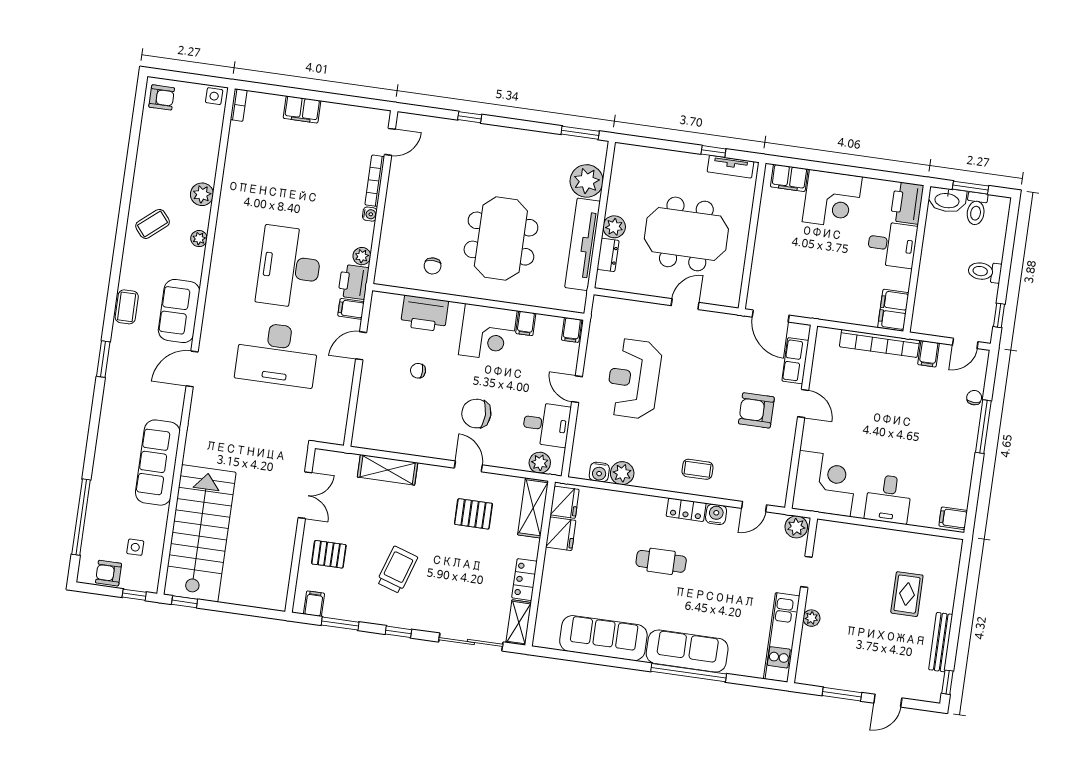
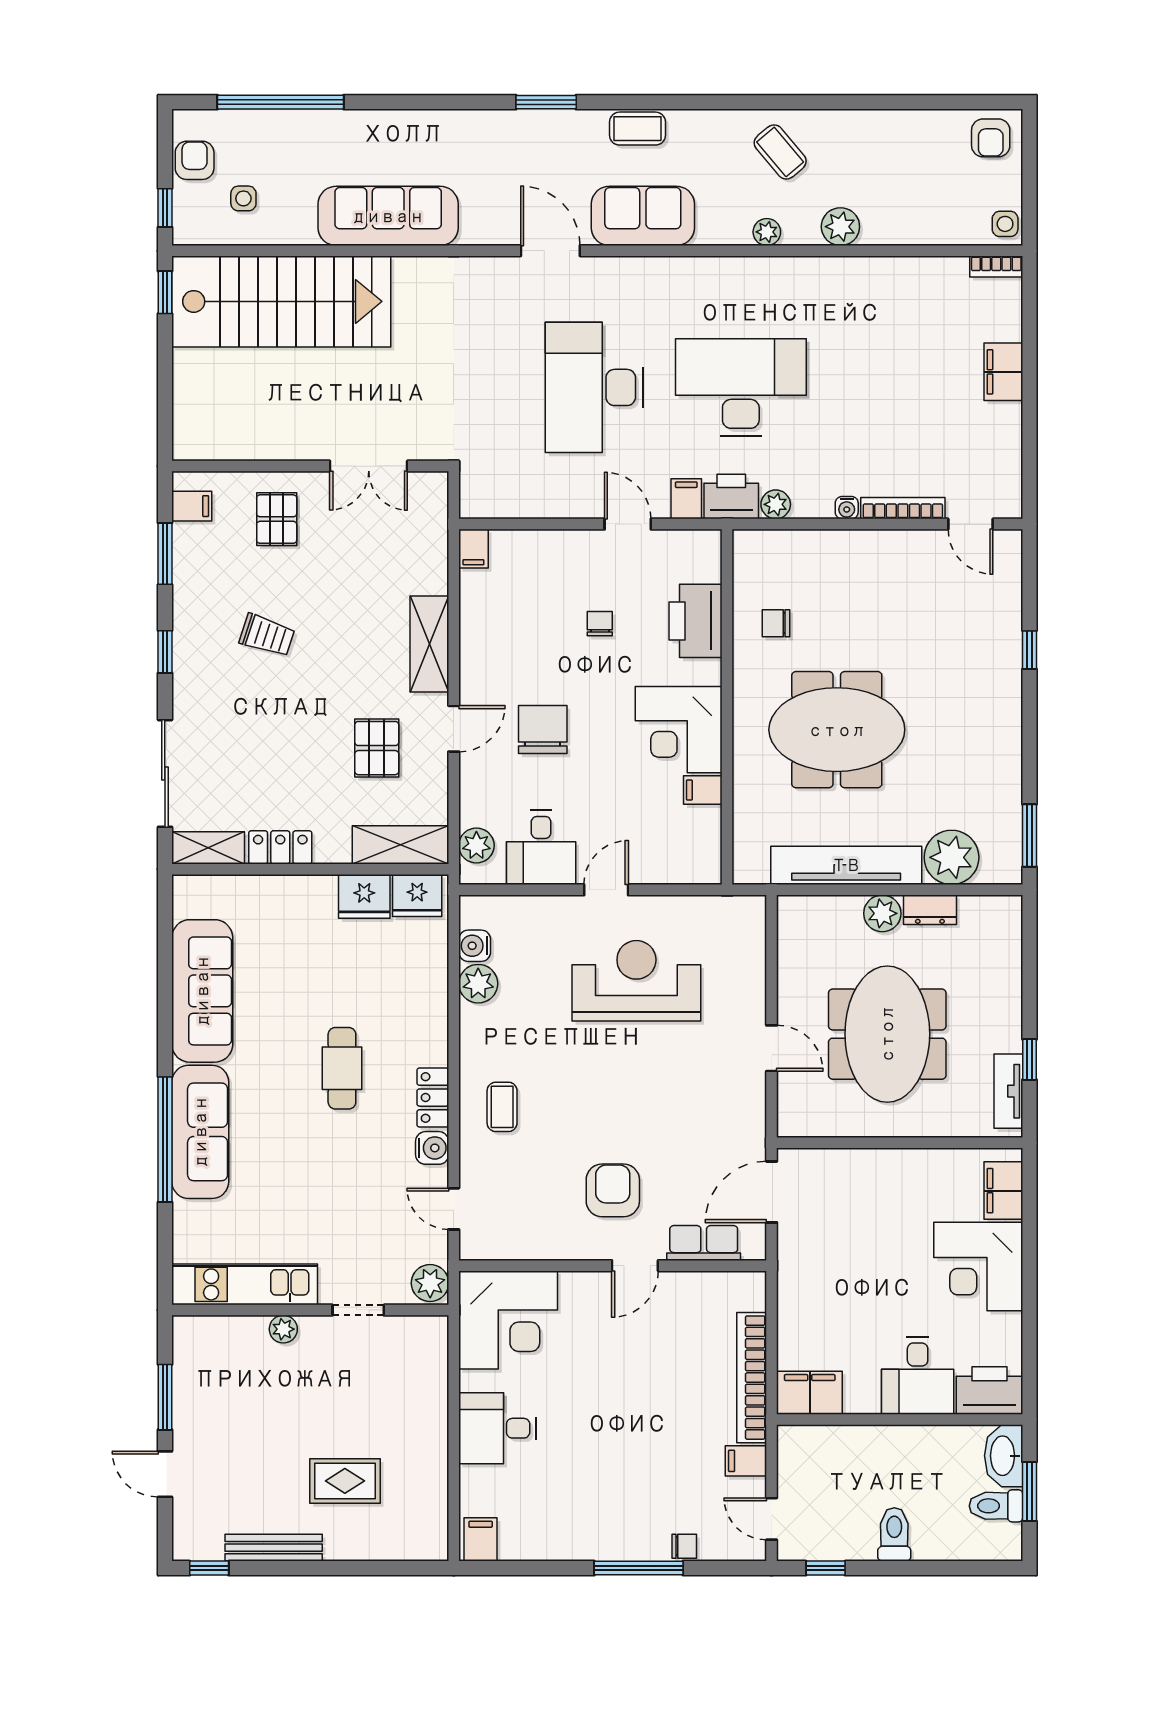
dresser: (608, 255) -> (930, 910), moved
filing cabinet: (572, 330) -> (473, 549), moved, turned -90
shelving: (388, 470) -> (429, 644), moved
trolley: (397, 570) -> (267, 635), width x0.73, depth x0.72

